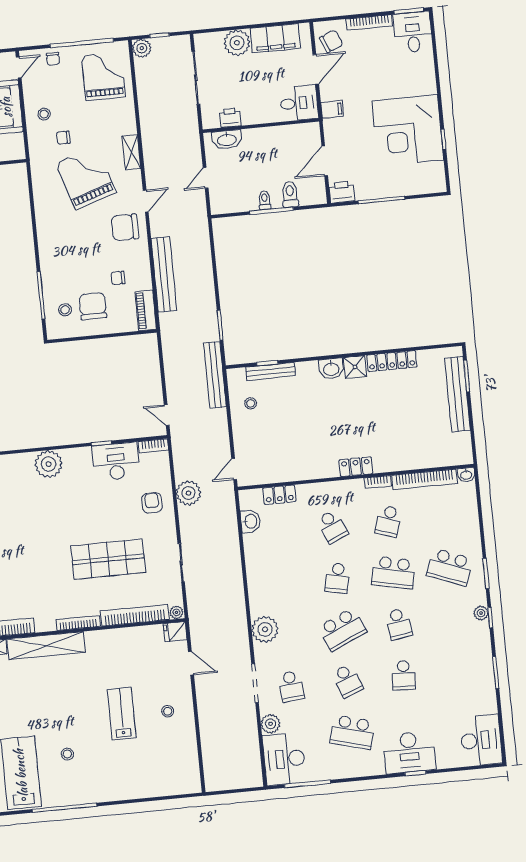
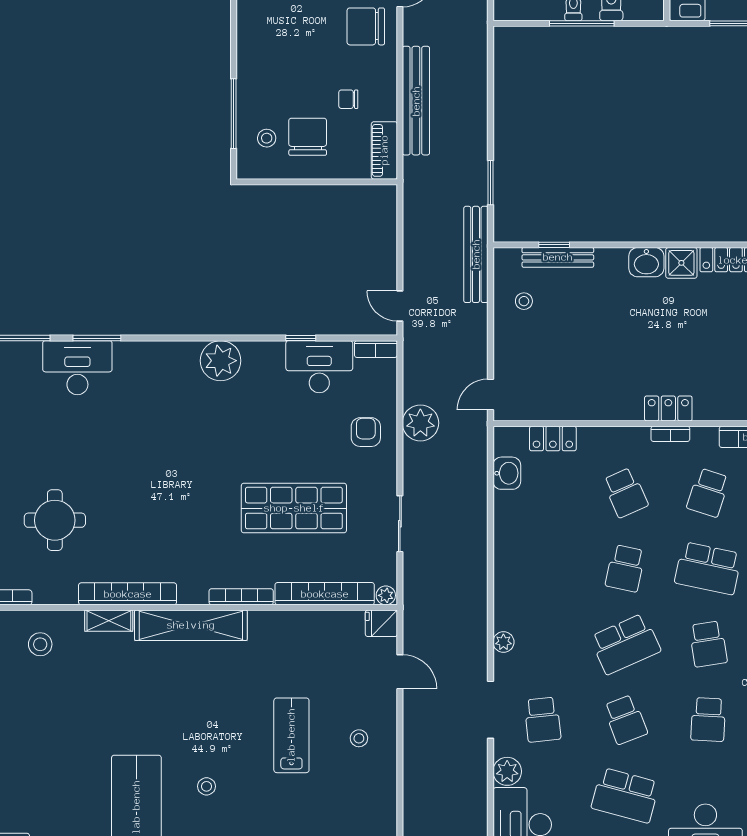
bookcase: (378, 482) -> (670, 434), moved
plant: (265, 629) -> (503, 642), width x0.53, depth x0.53

